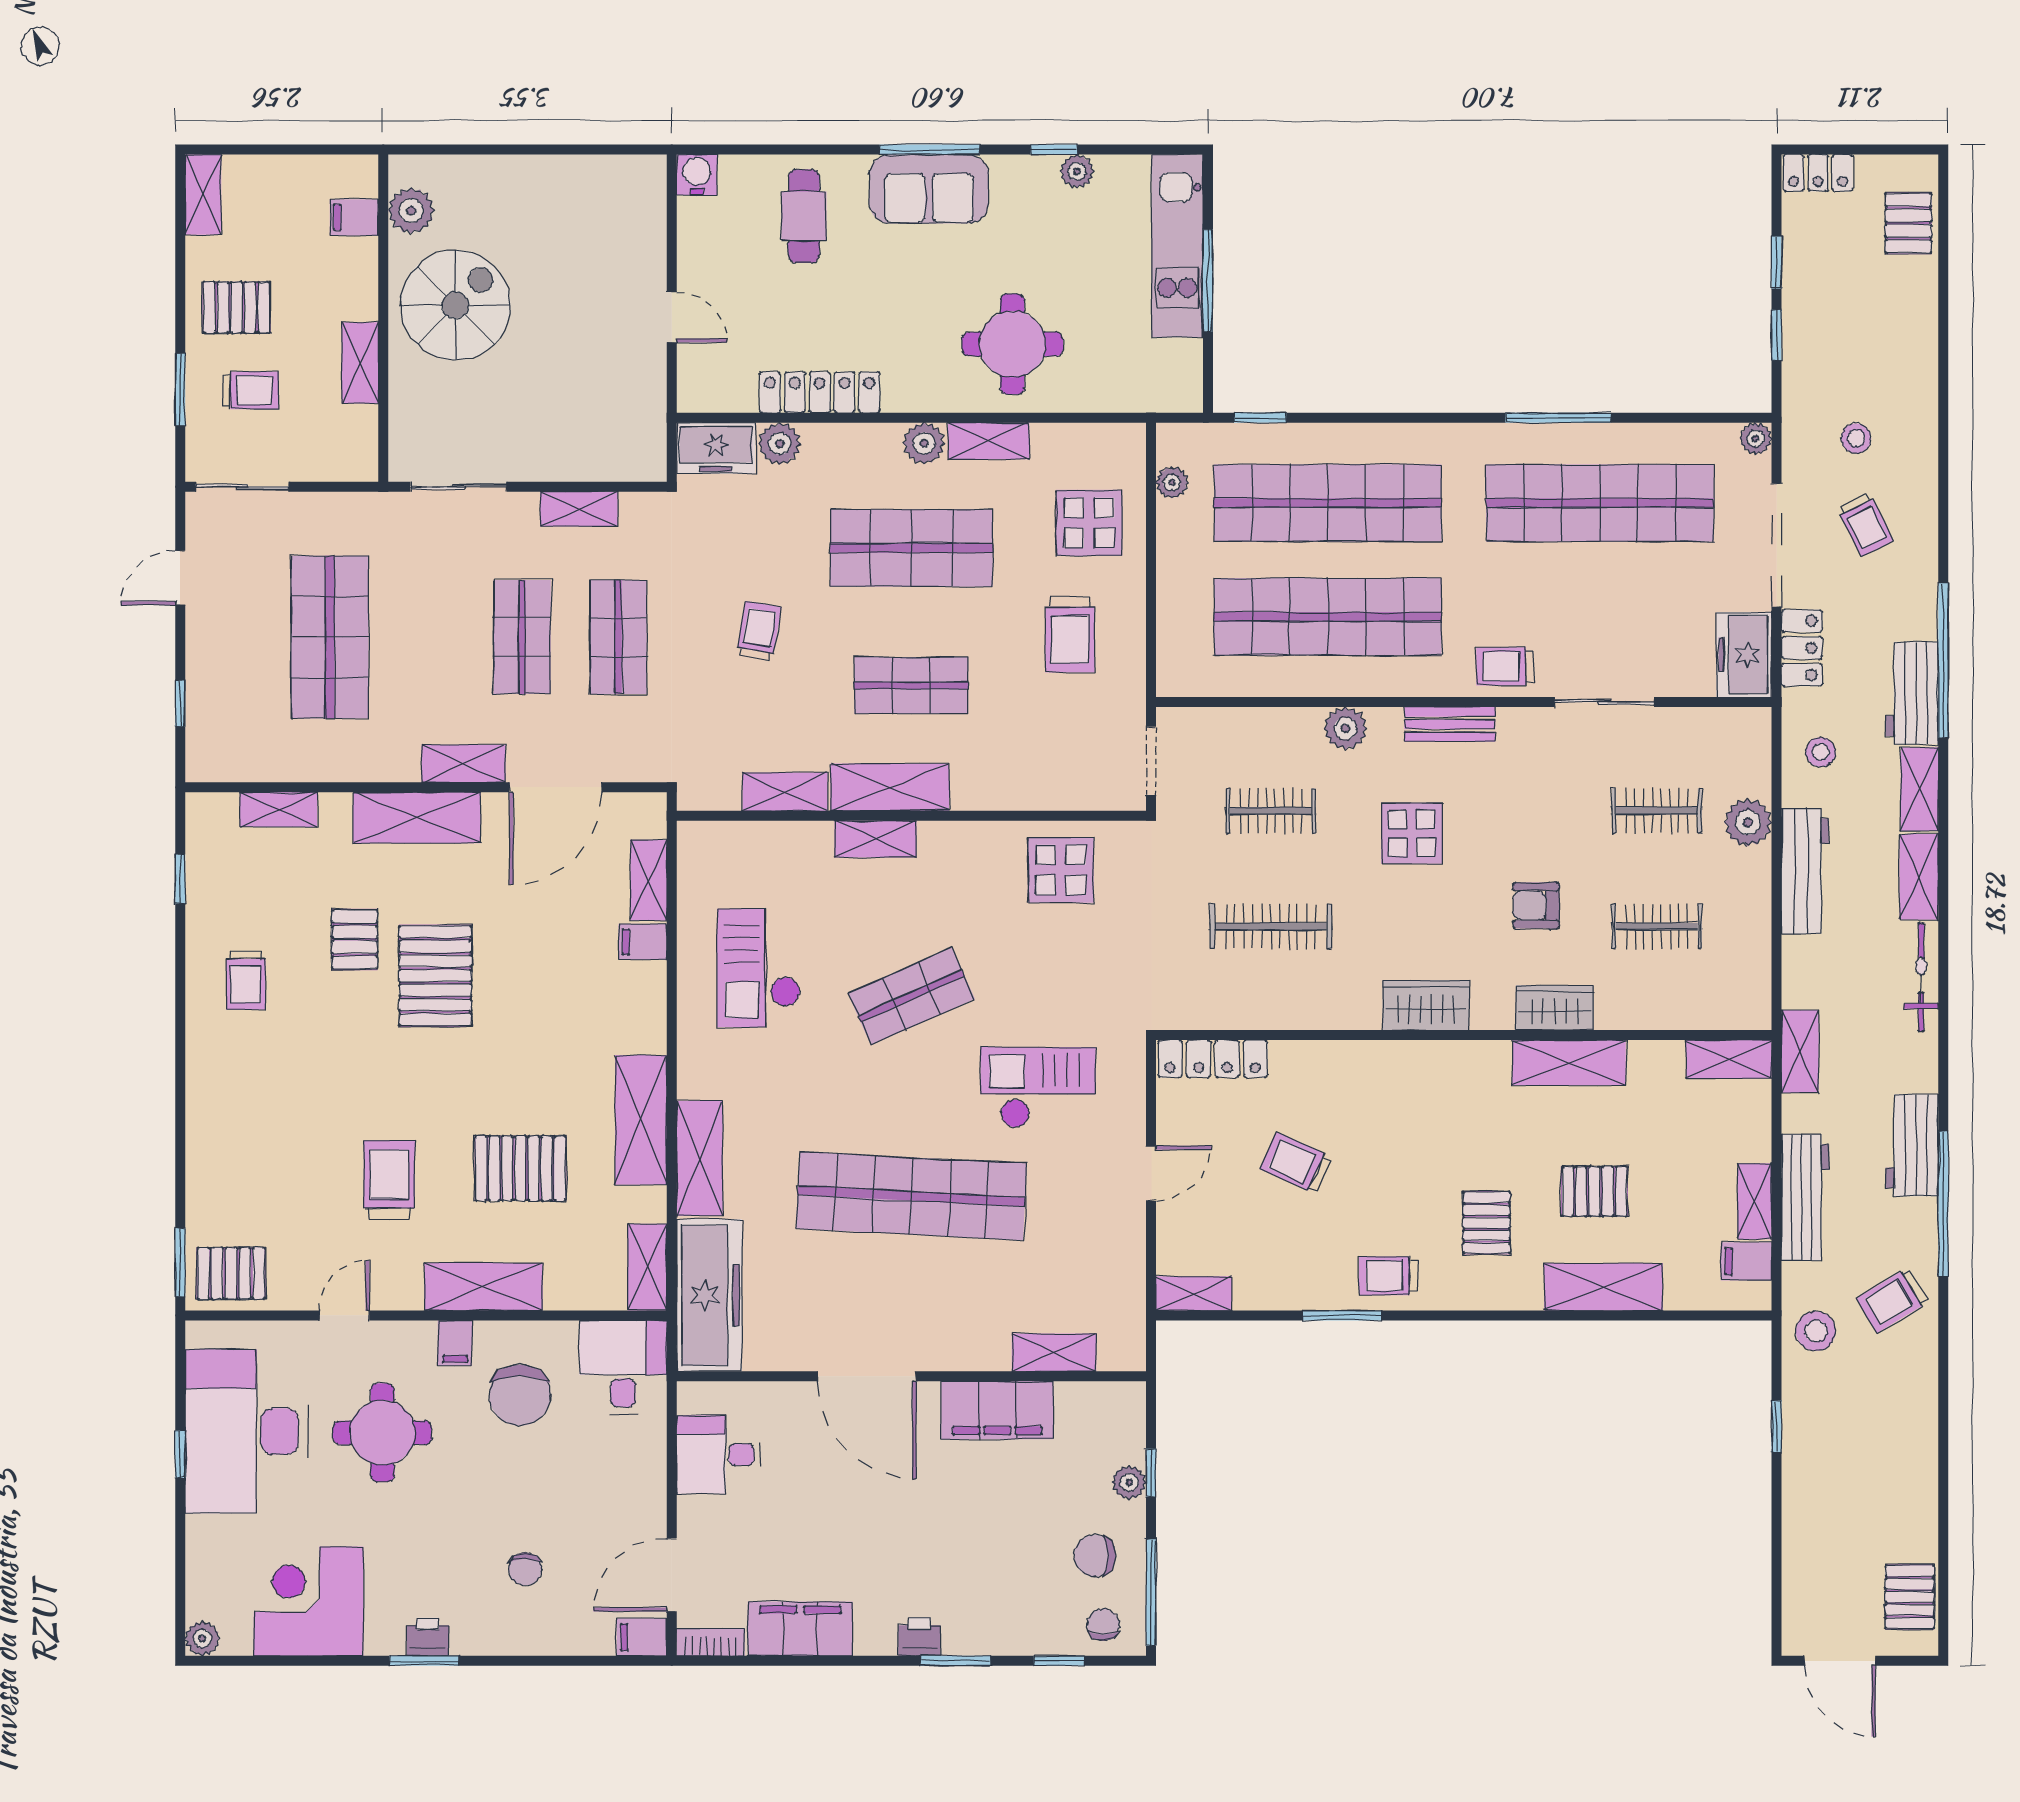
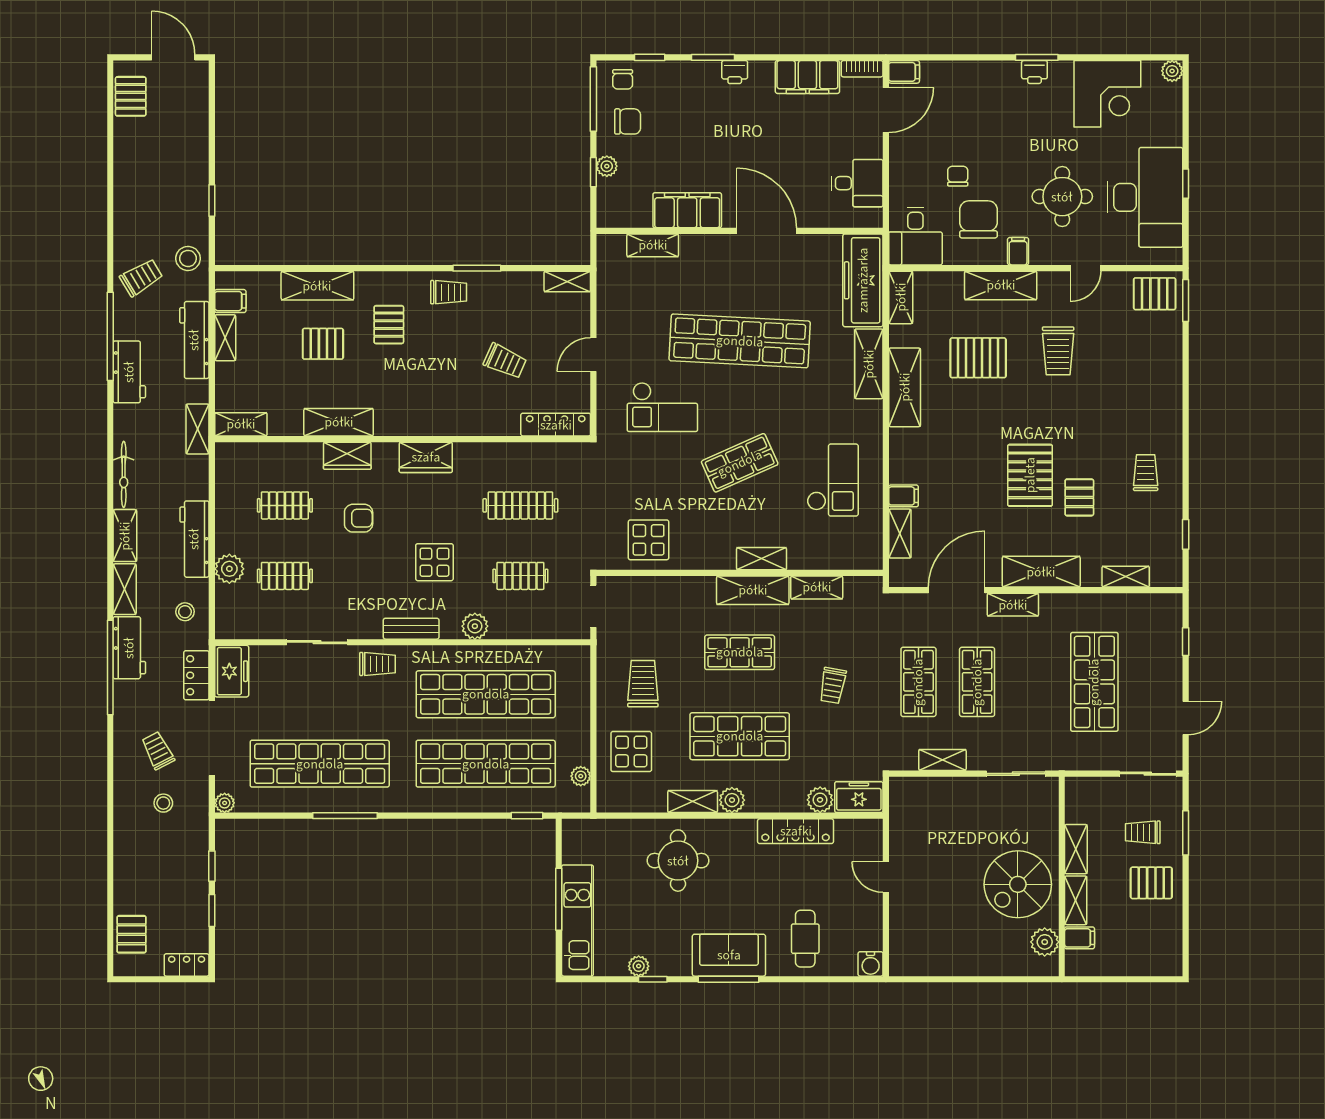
shelving: (203, 195) -> (1076, 900), moved
chair: (525, 1569) -> (958, 176), moved

